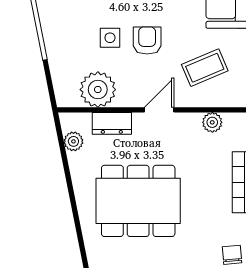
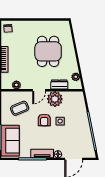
plant: (98, 90) -> (55, 99), moved
dining table: (138, 201) -> (48, 51), width x0.73

